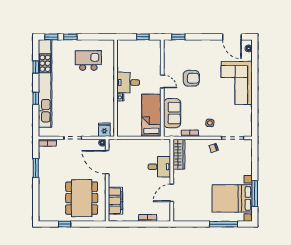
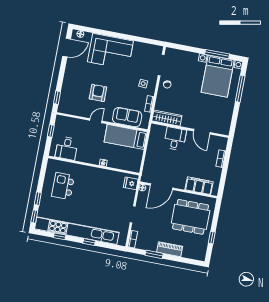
desk: (128, 83) -> (67, 148), moved
piano: (44, 183) -> (170, 249), added

